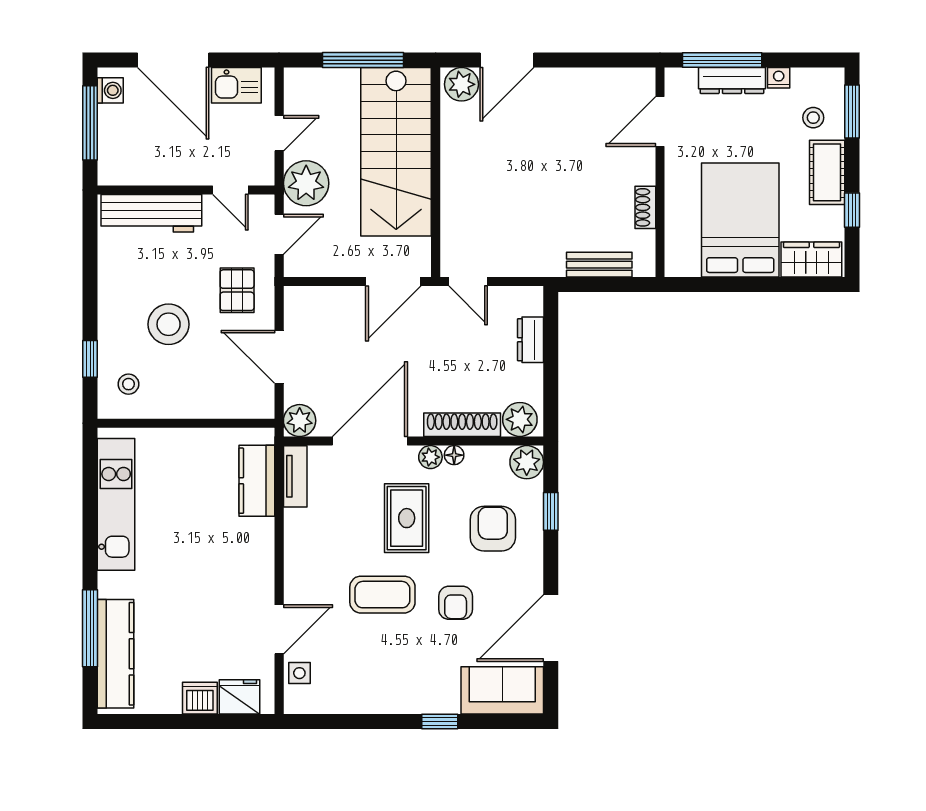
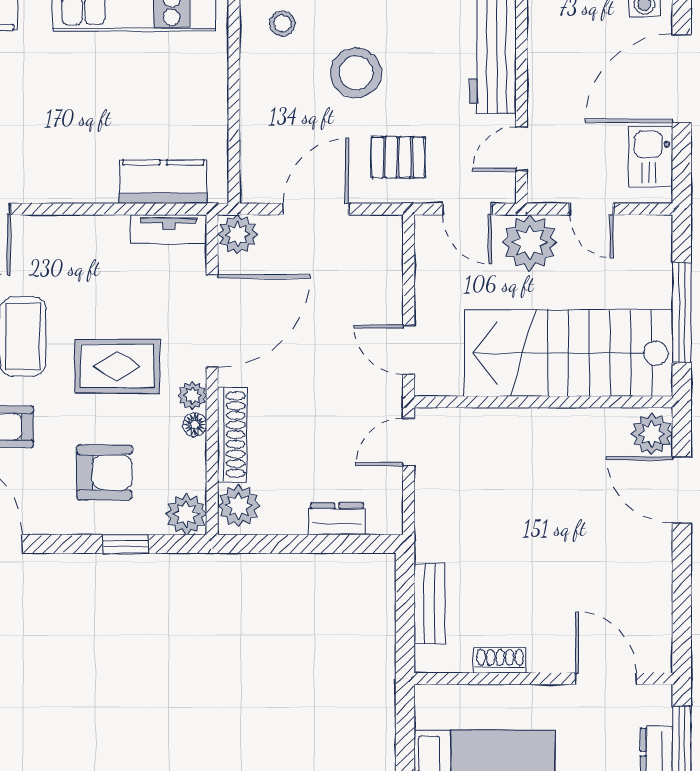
door: (393, 282) -> (409, 350), width x0.73
door: (370, 441) -> (212, 321), hinge flipped

